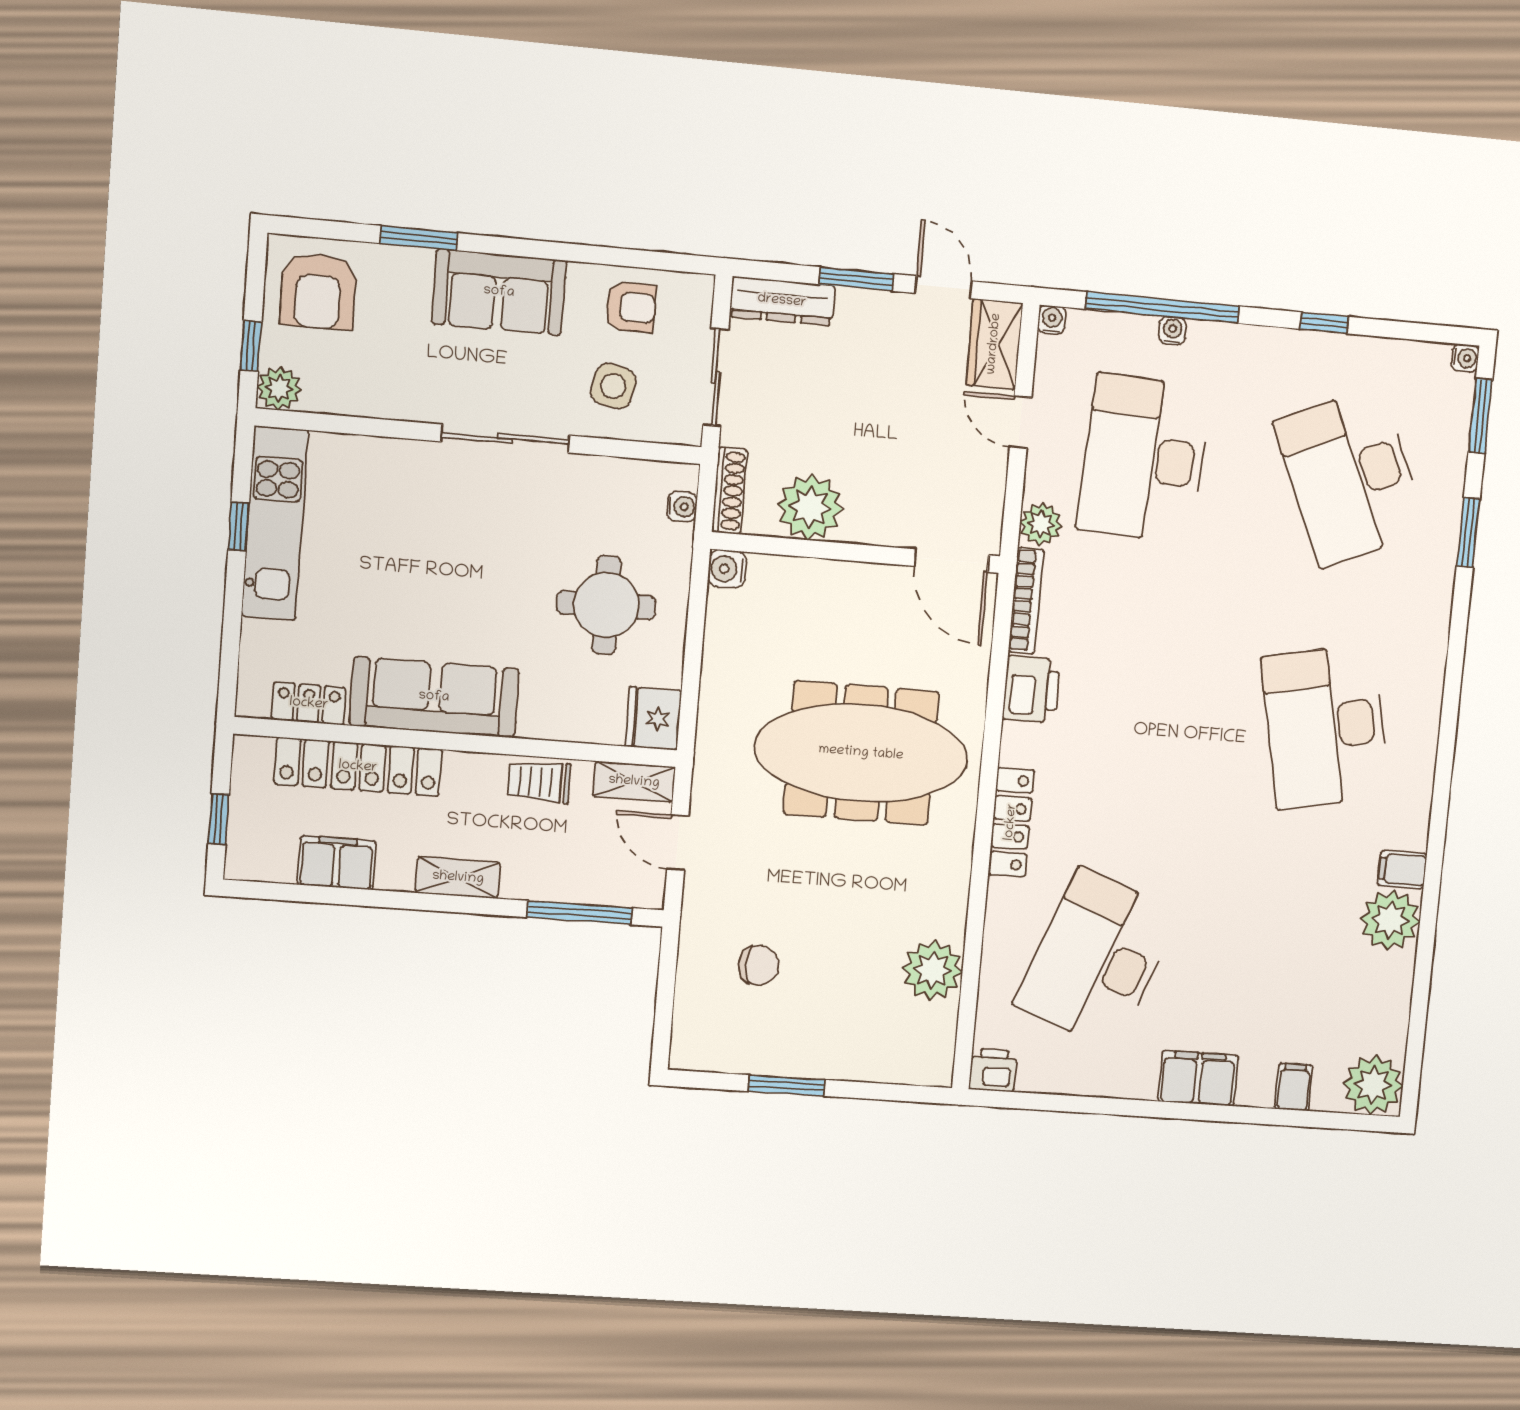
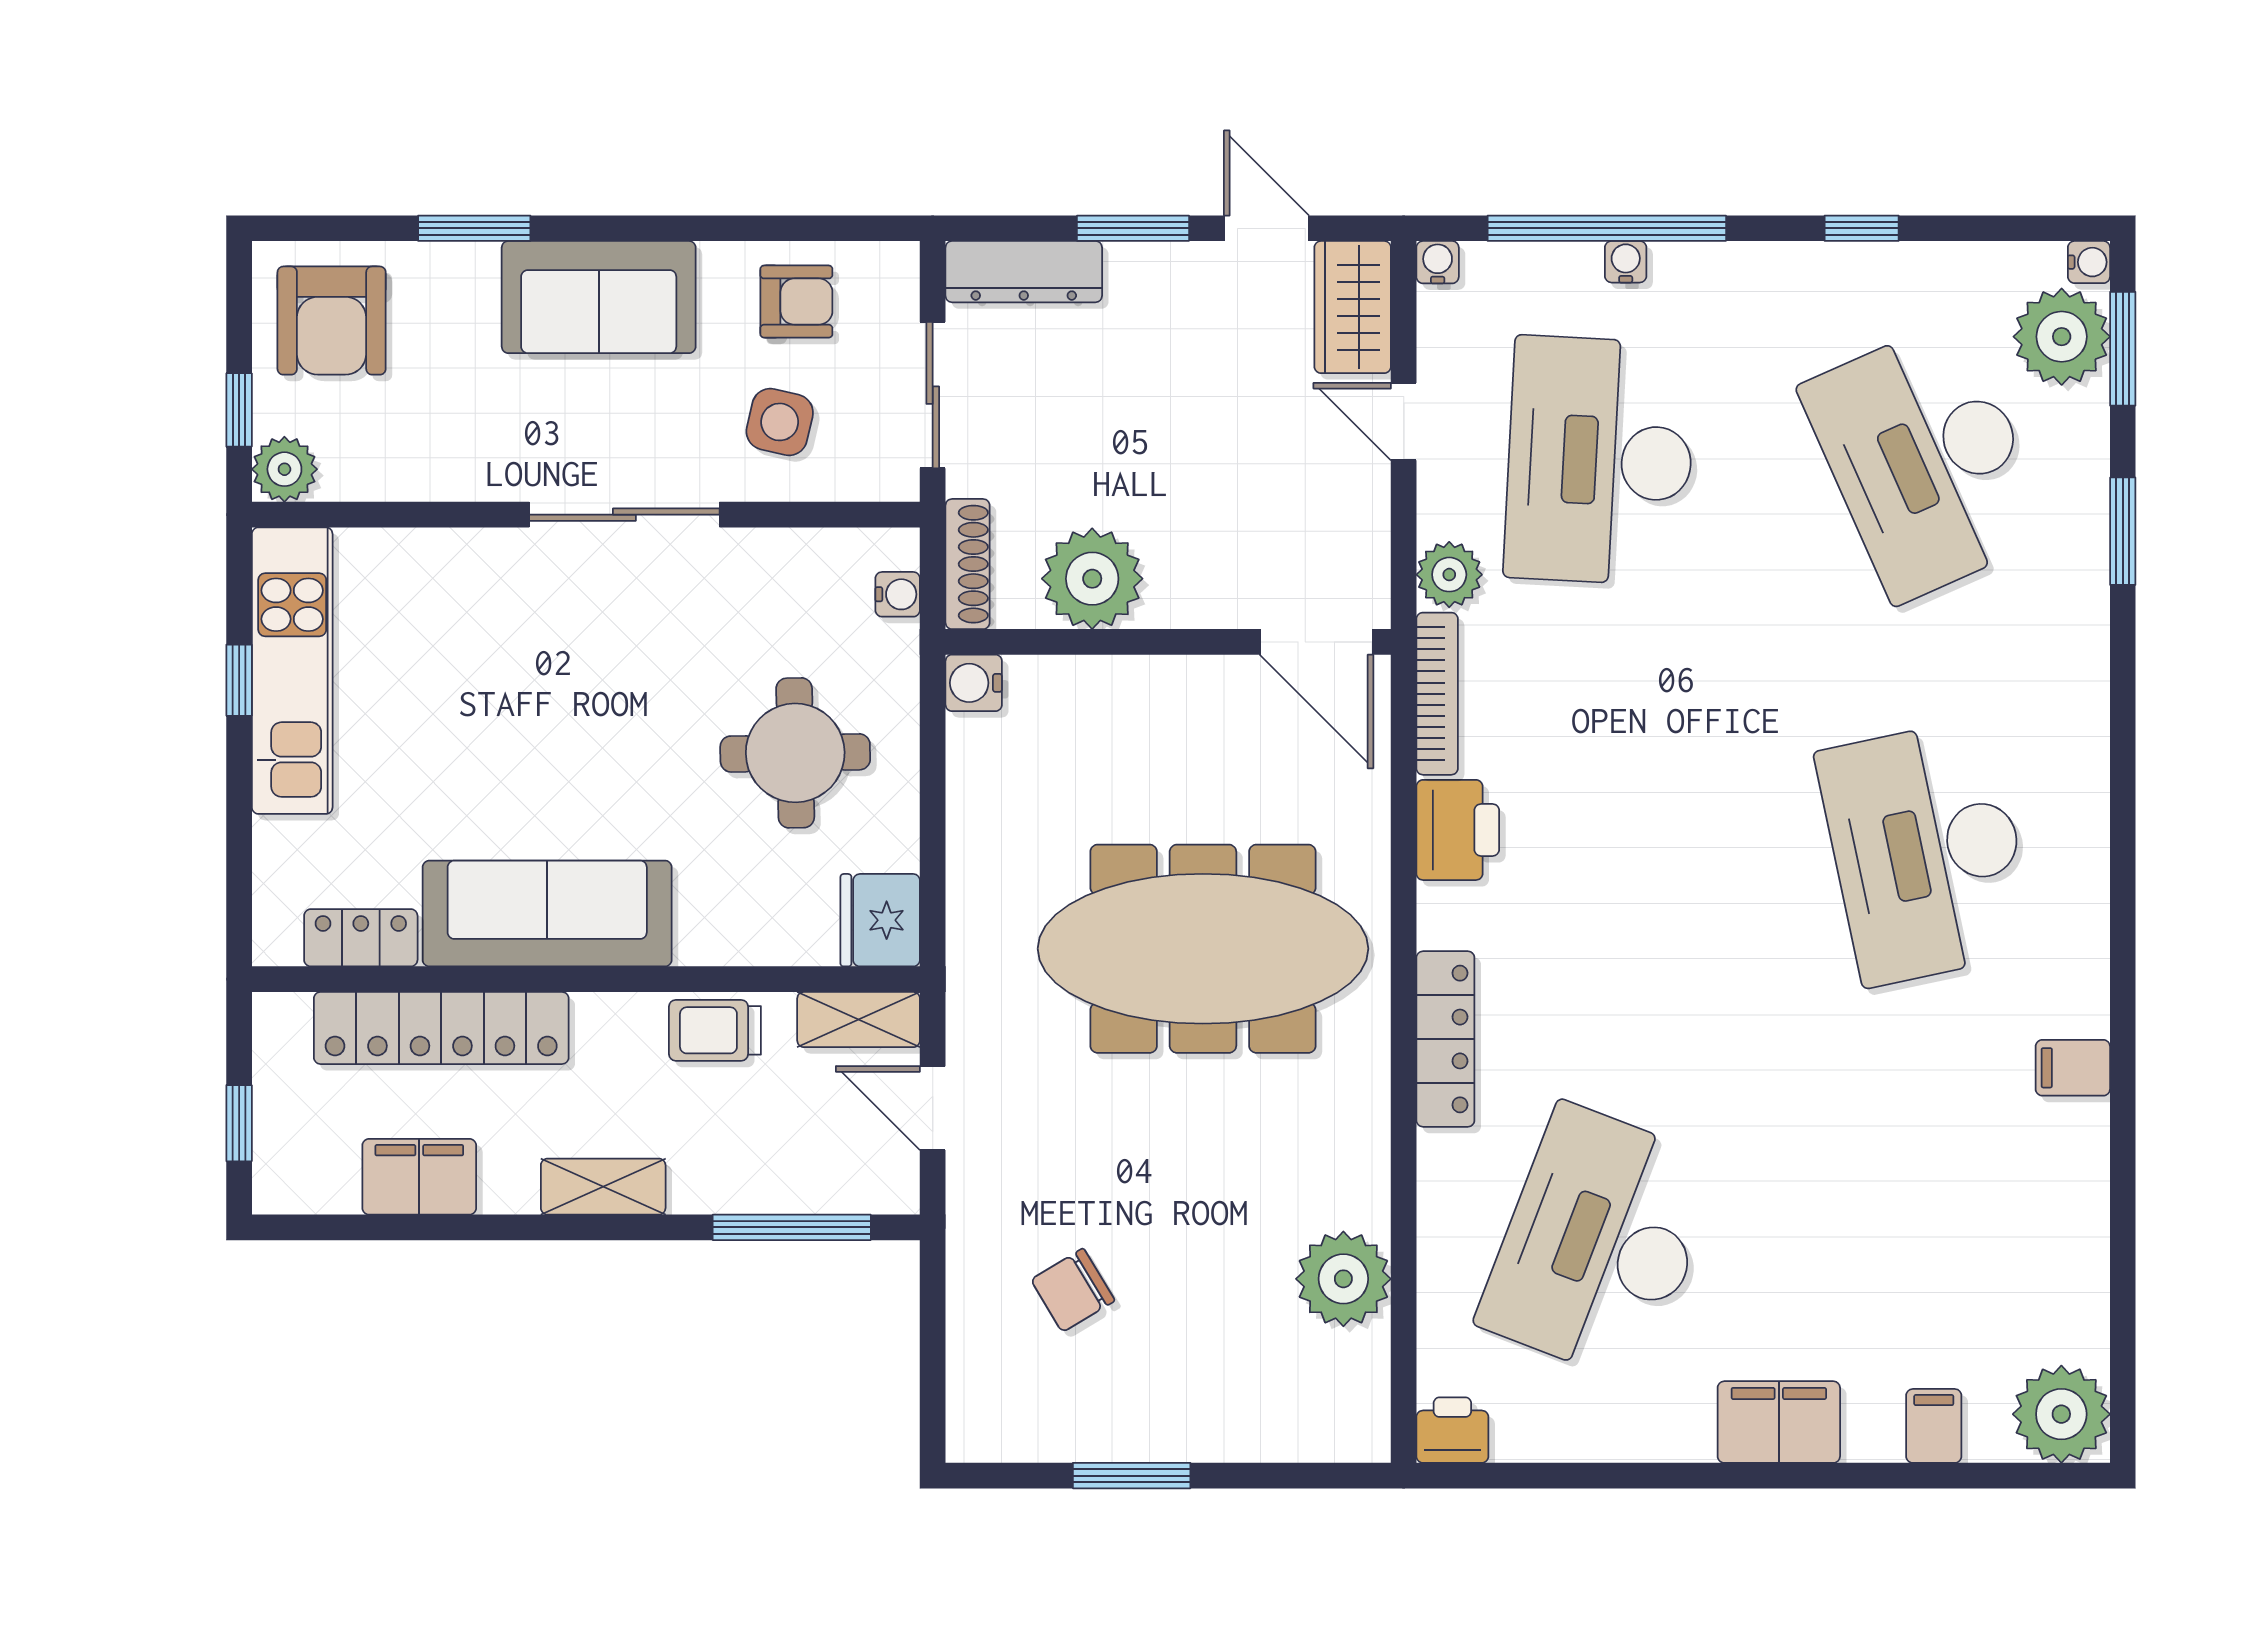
plant: (1390, 920) -> (2062, 337), moved
chair: (759, 965) -> (1073, 1290), turned 149

